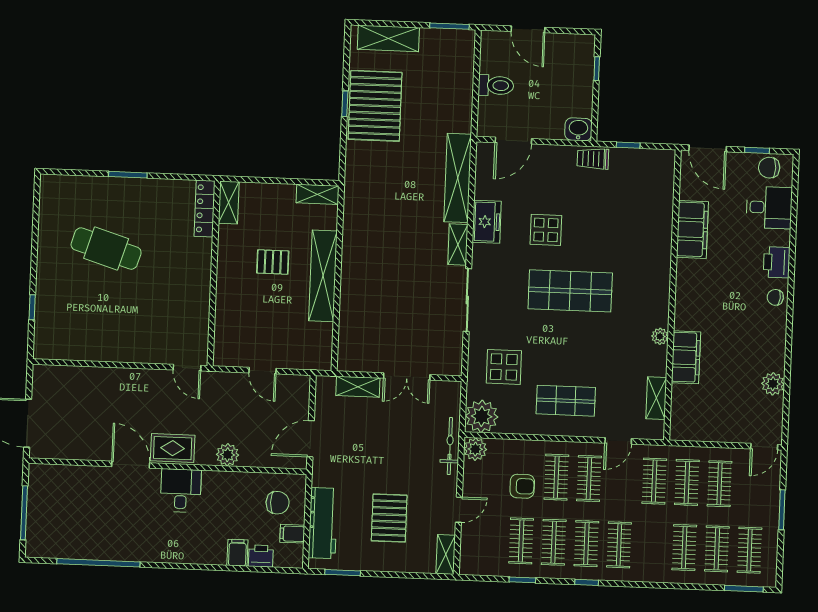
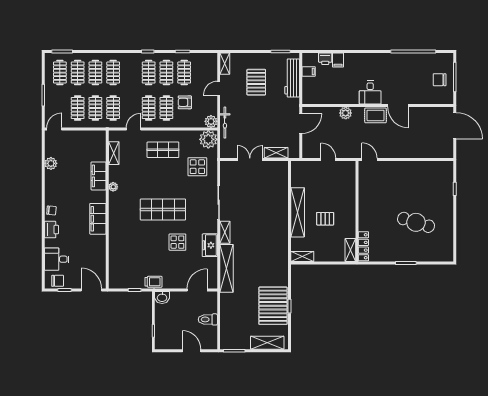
filing cabinet: (692, 229) -> (98, 219), moved
chair: (278, 503) -> (440, 80), moved
clothes rail: (619, 545) -> (113, 73), moved

